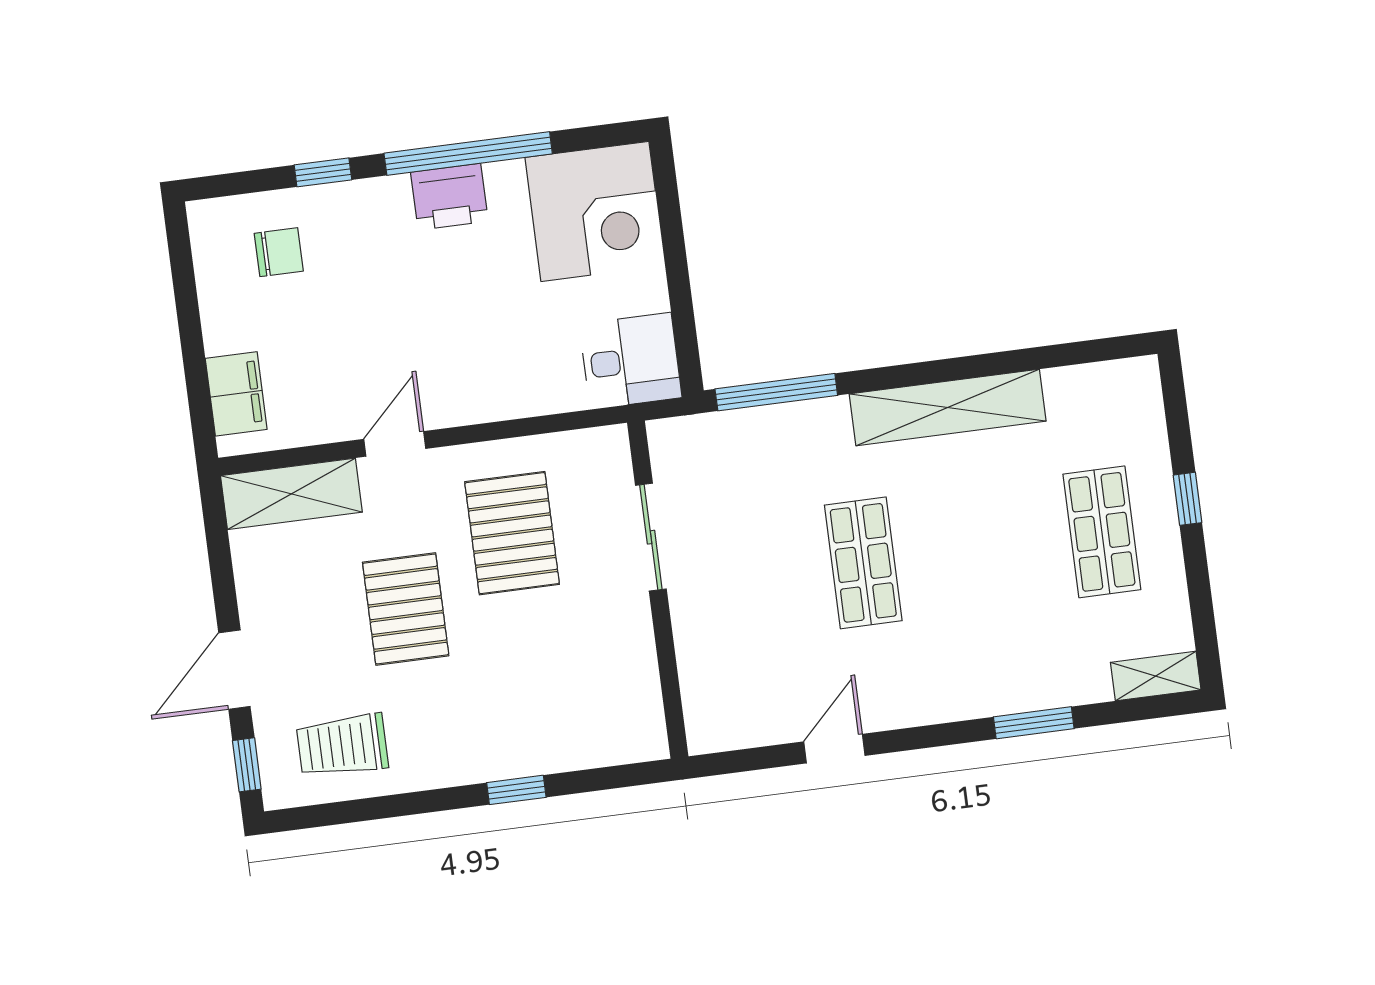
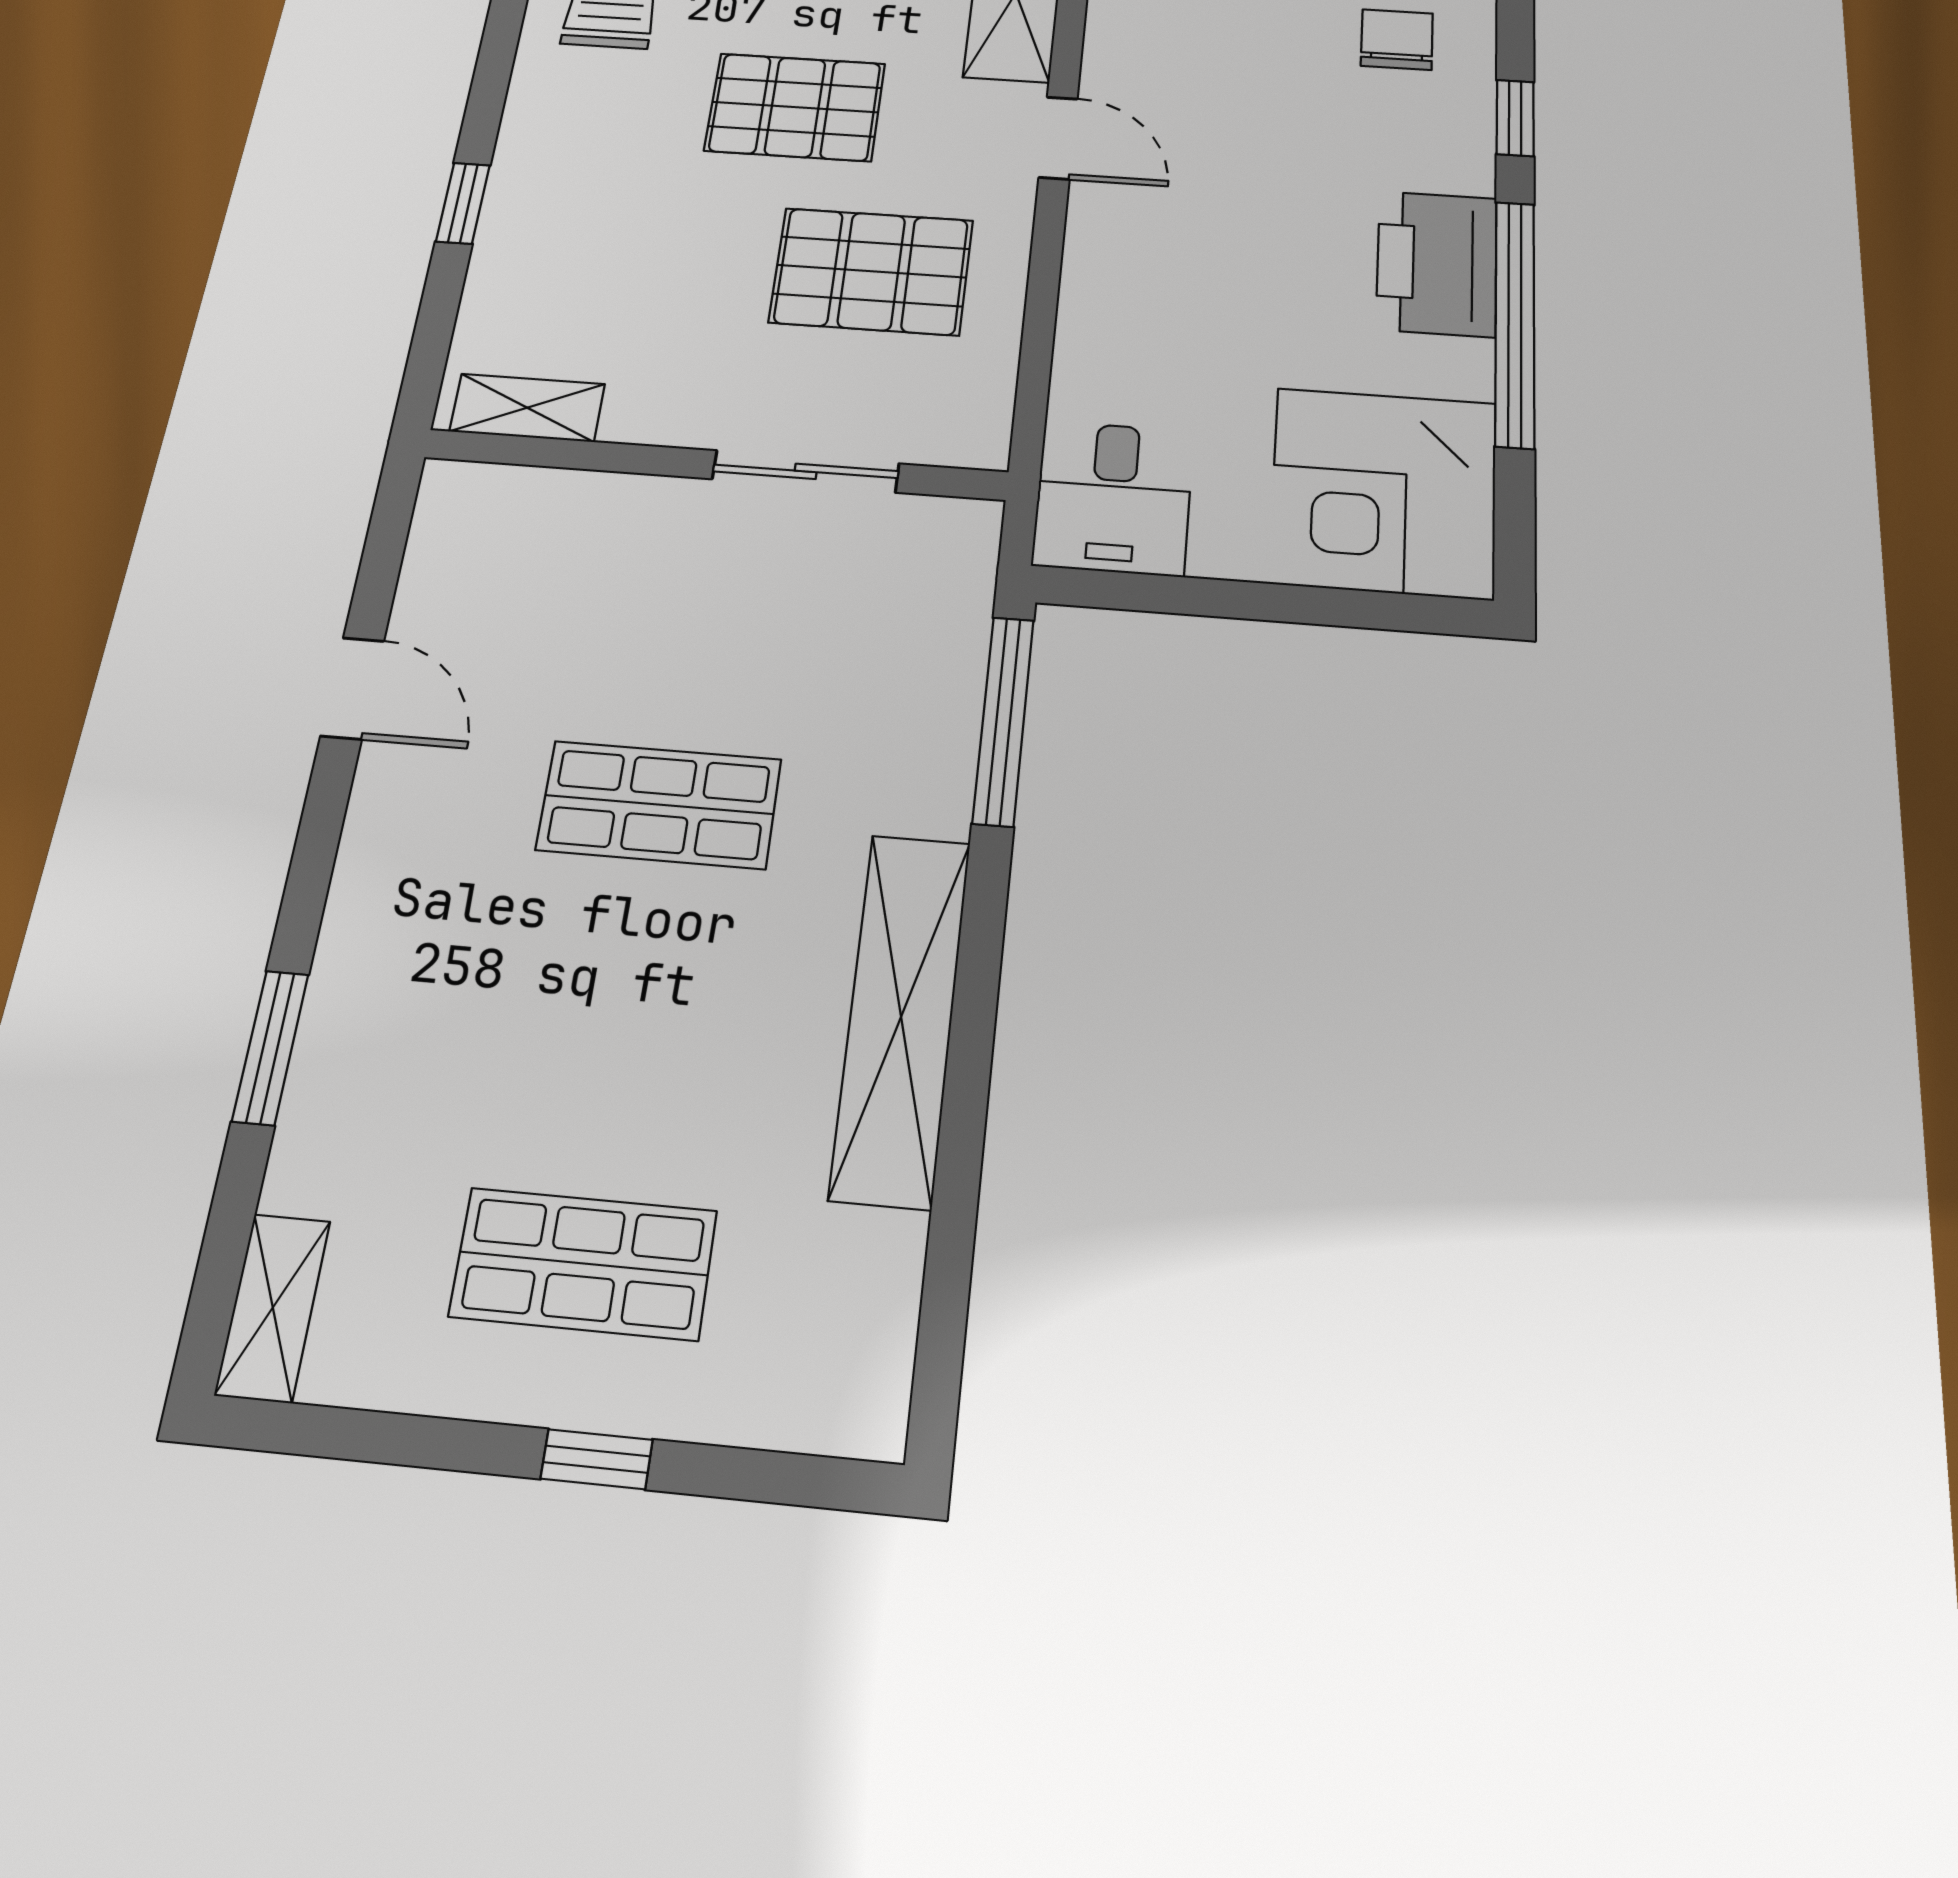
printer: (449, 197) -> (1437, 263), width x1.37, depth x1.19
chair: (279, 252) -> (1397, 40), turned 180
shelving: (645, 708) -> (527, 408), added

